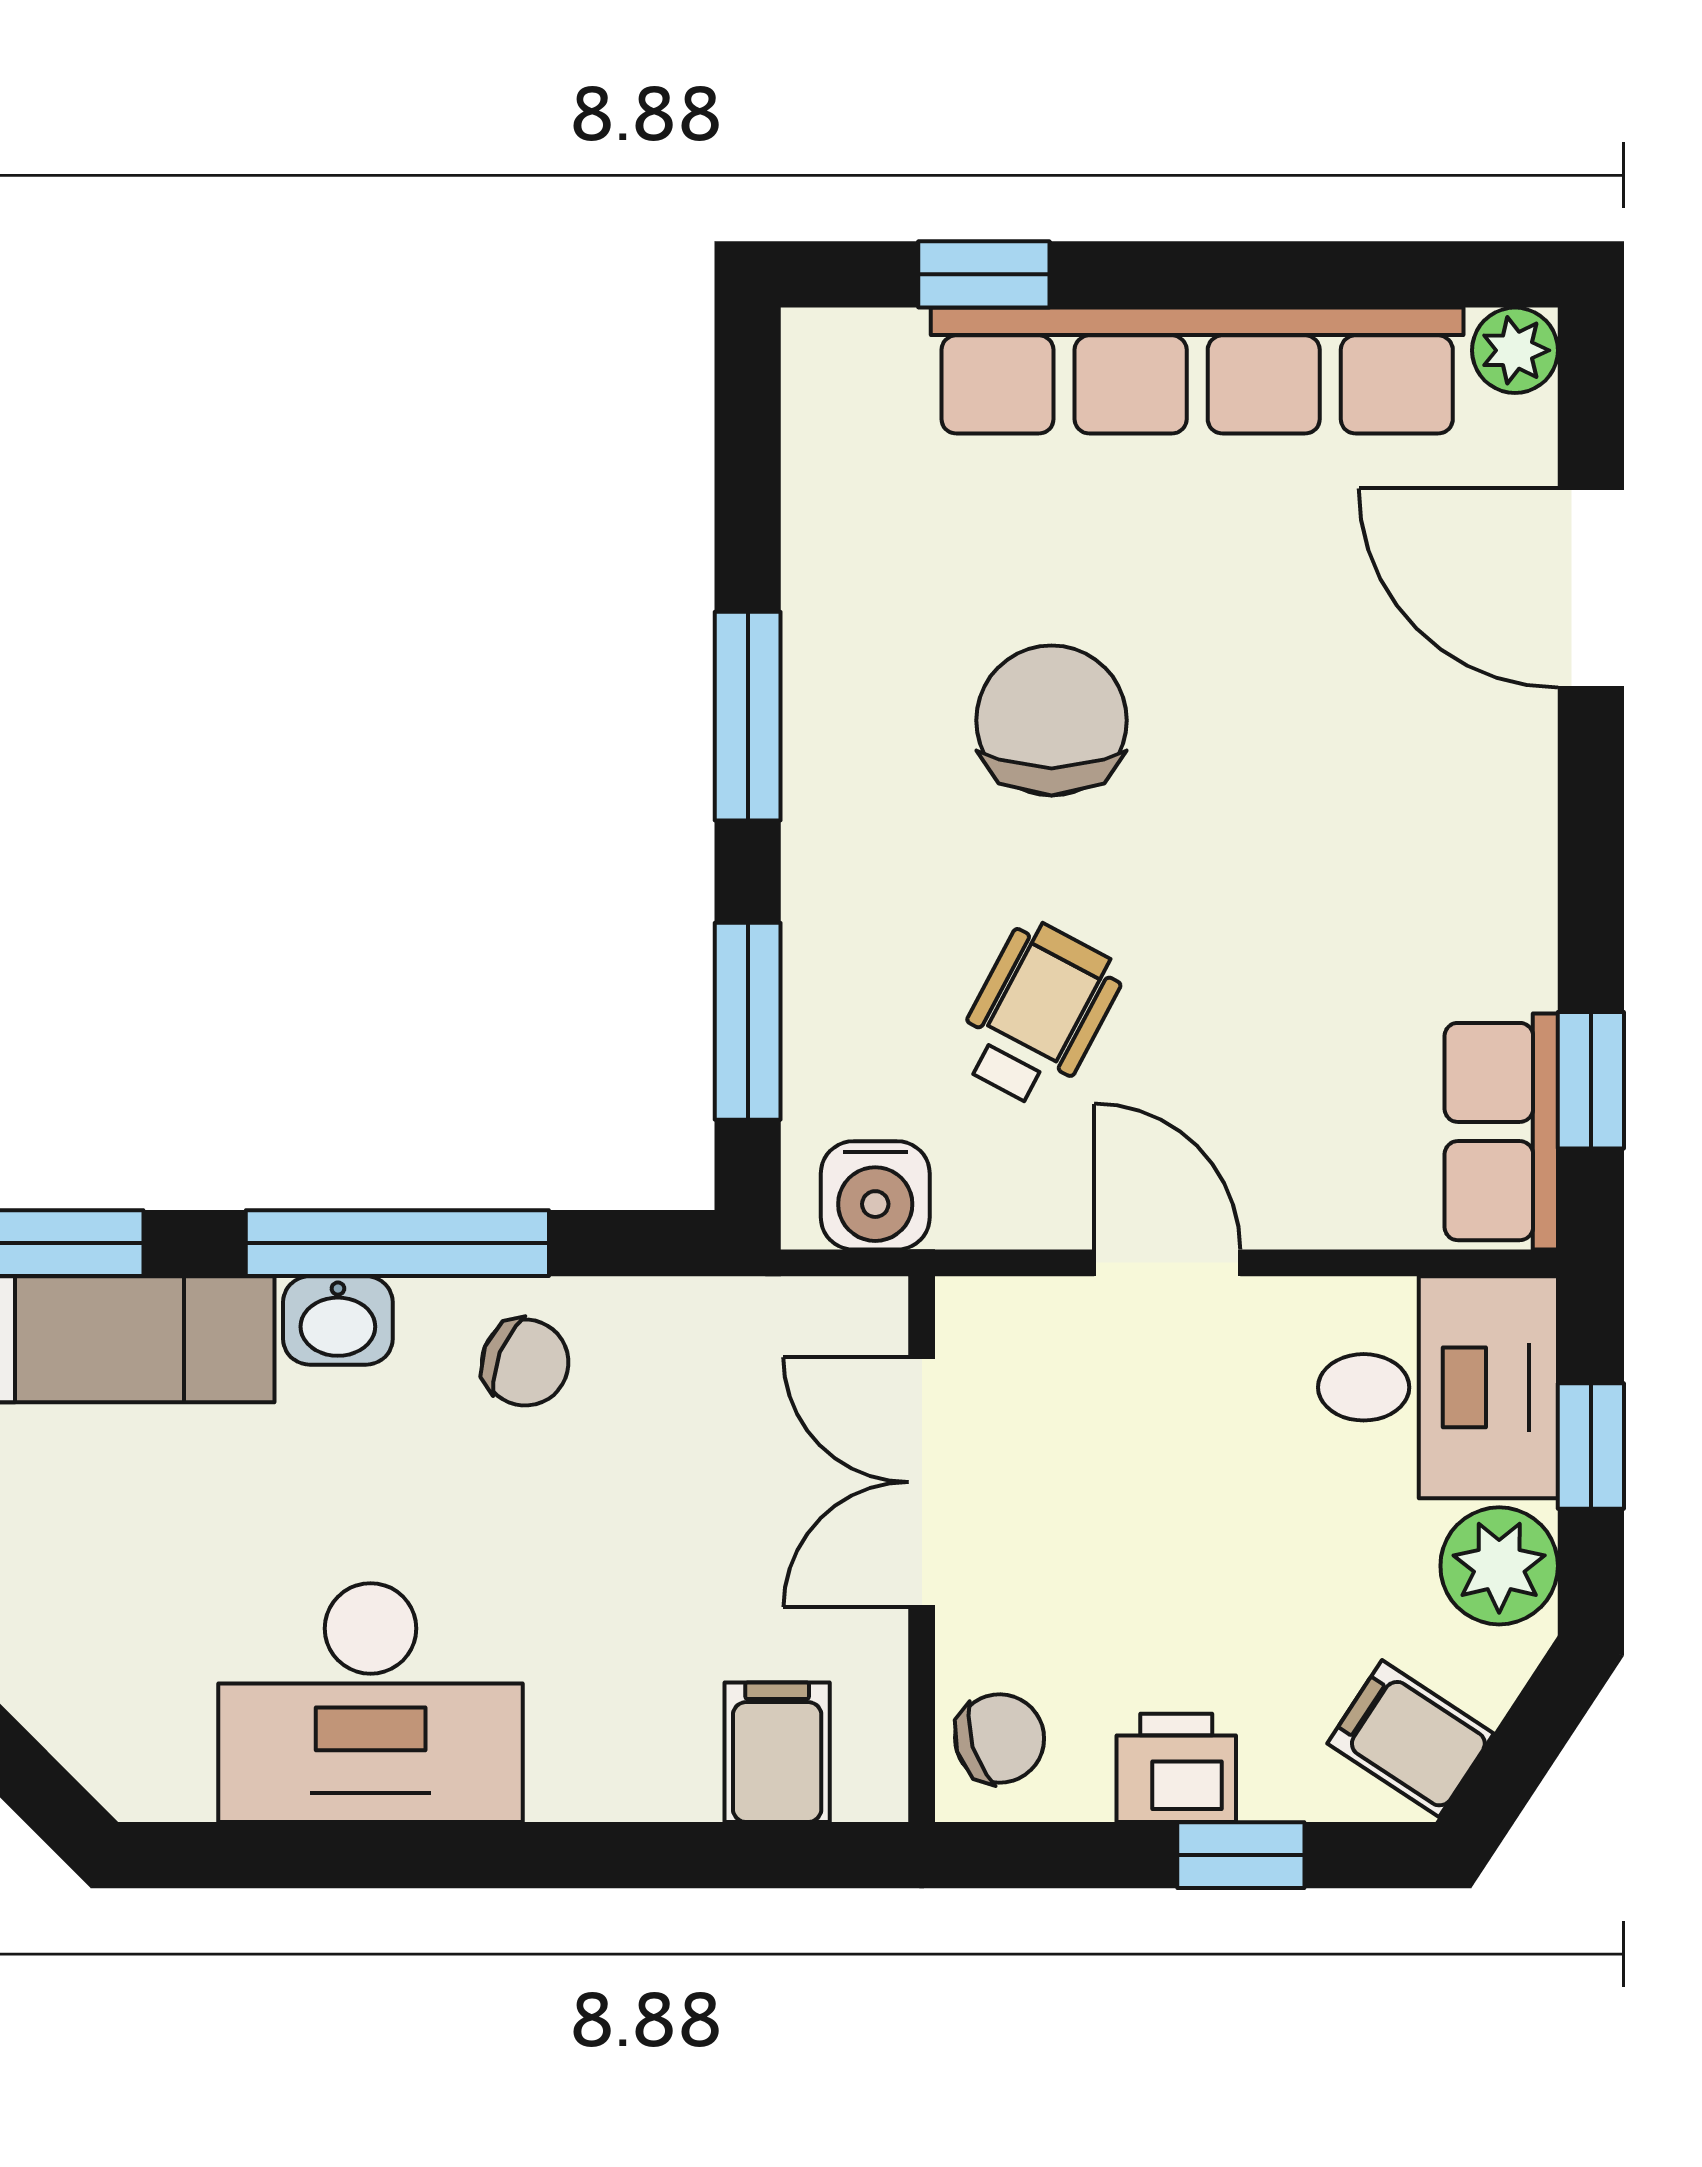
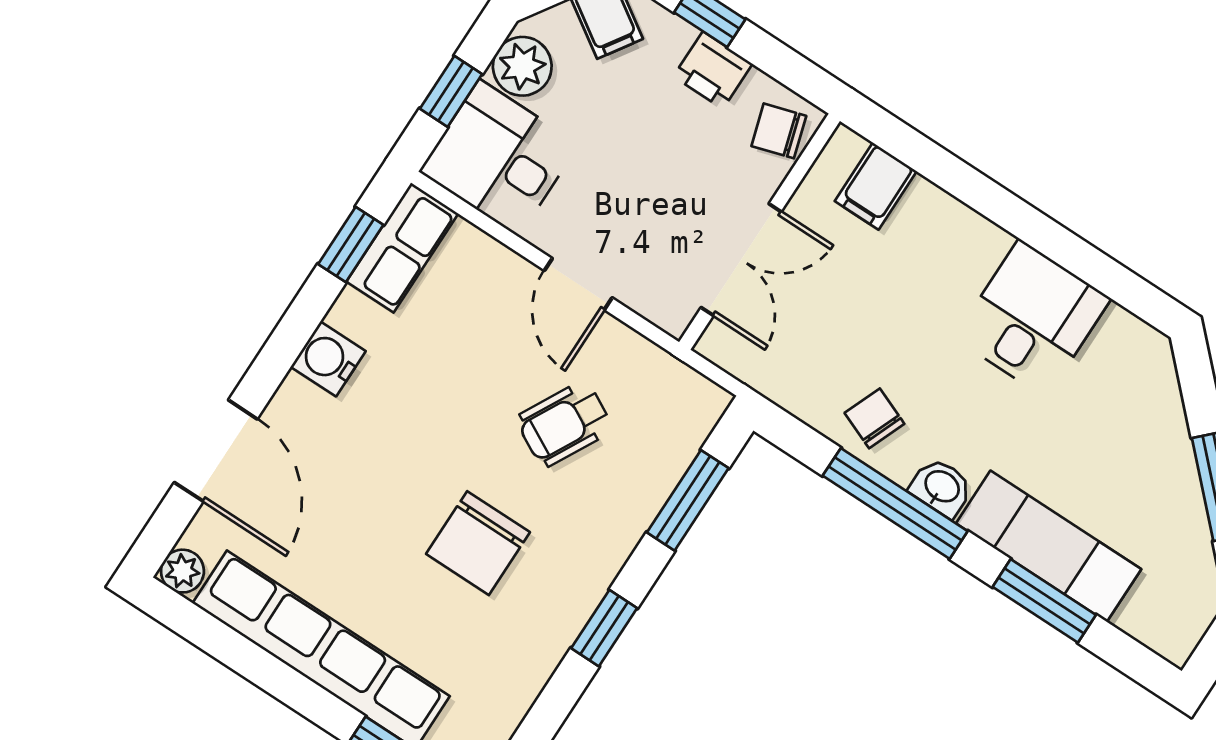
window: (748, 716) -> (604, 628), width x0.67
water cooler: (875, 1195) -> (328, 359), moved, turned -90
desk: (371, 1703) -> (1032, 318), width x0.73

